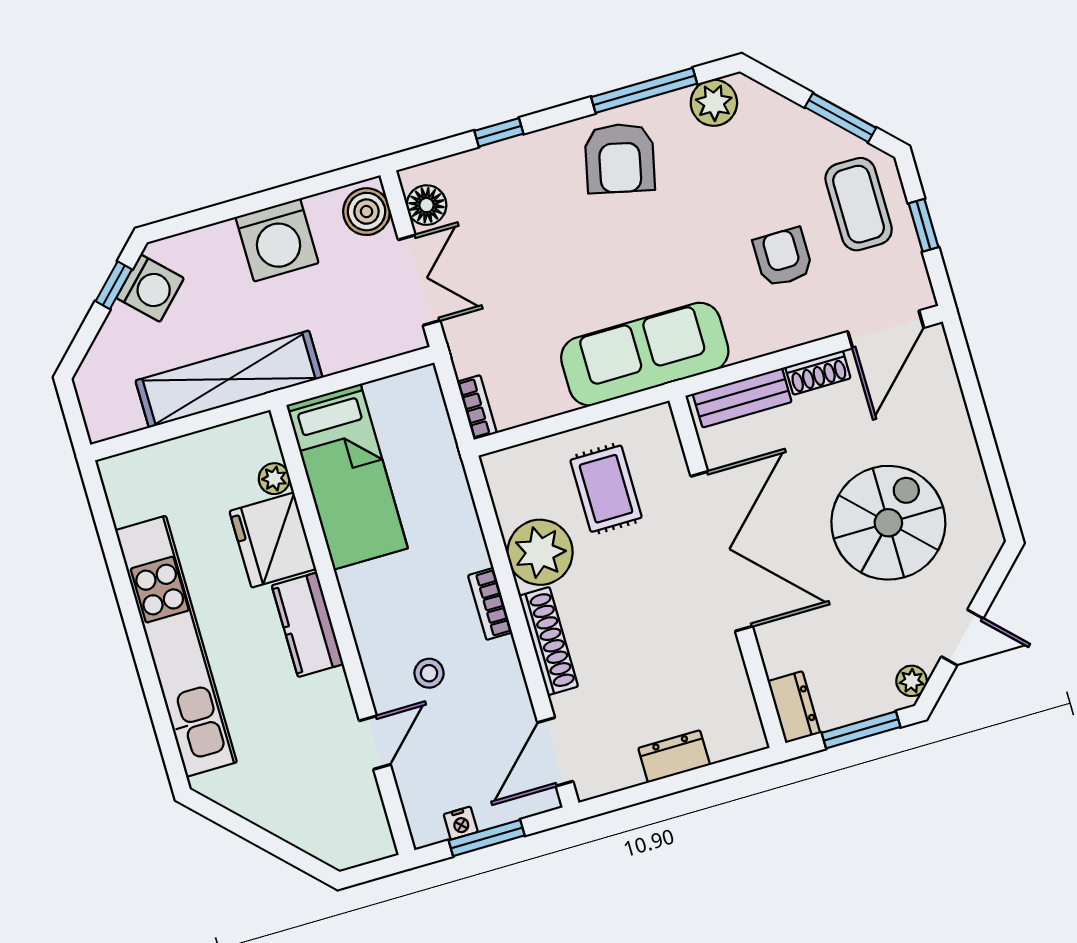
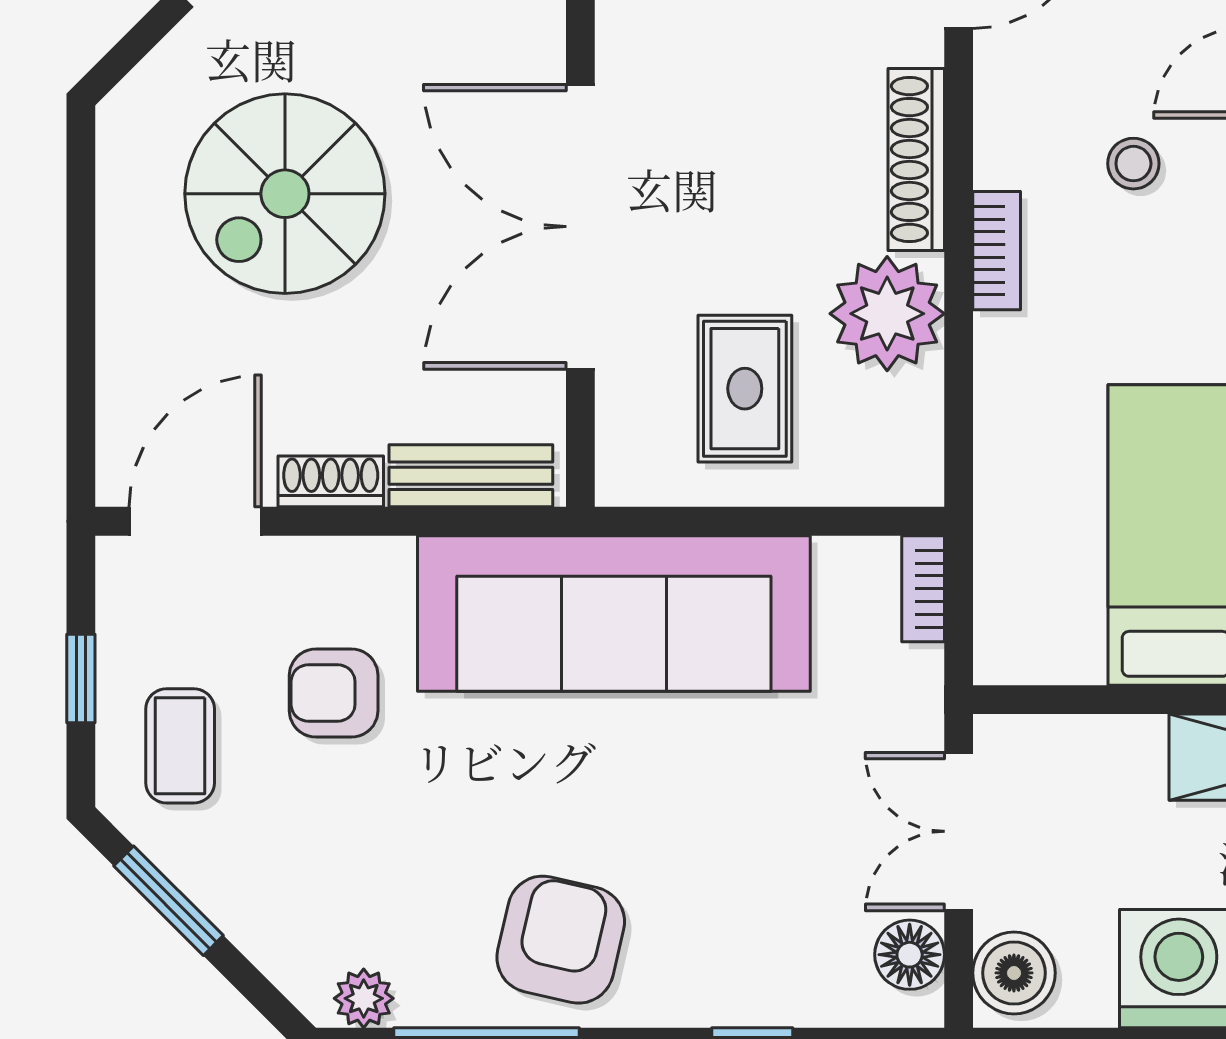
plant: (714, 103) -> (364, 998), width x0.73, depth x0.73
coffee table: (859, 204) -> (180, 746), width x0.73, depth x0.77
armchair: (783, 257) -> (334, 693), turned 90
sofa: (645, 354) -> (614, 613), width x1.36, depth x1.27

